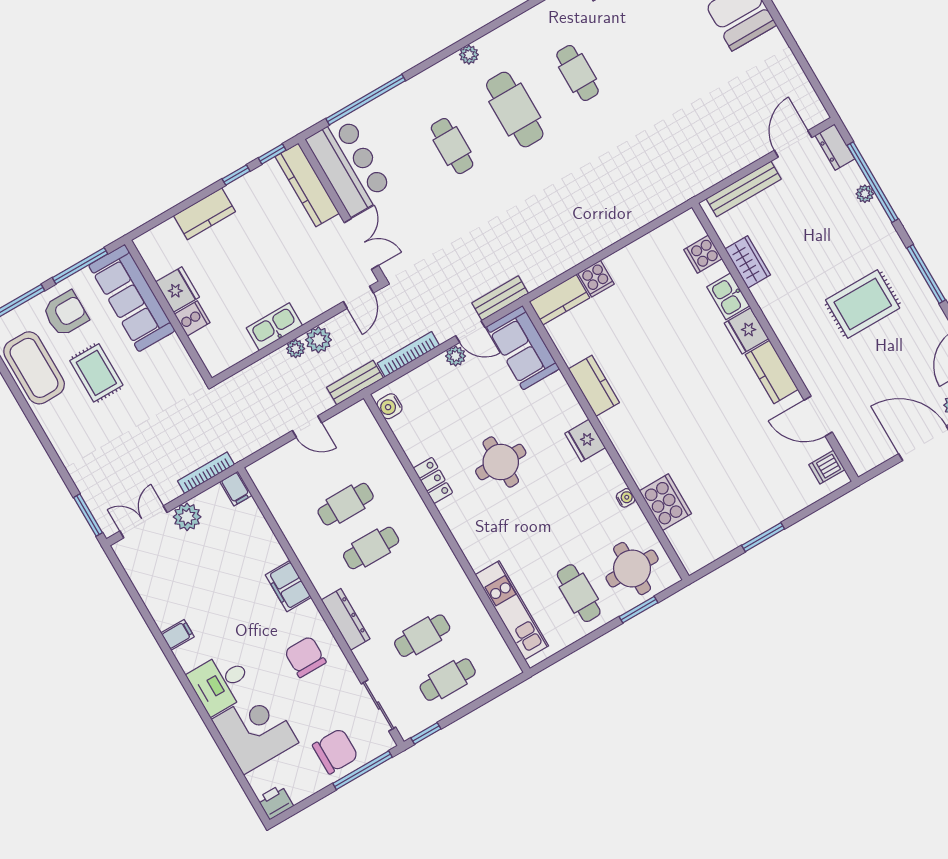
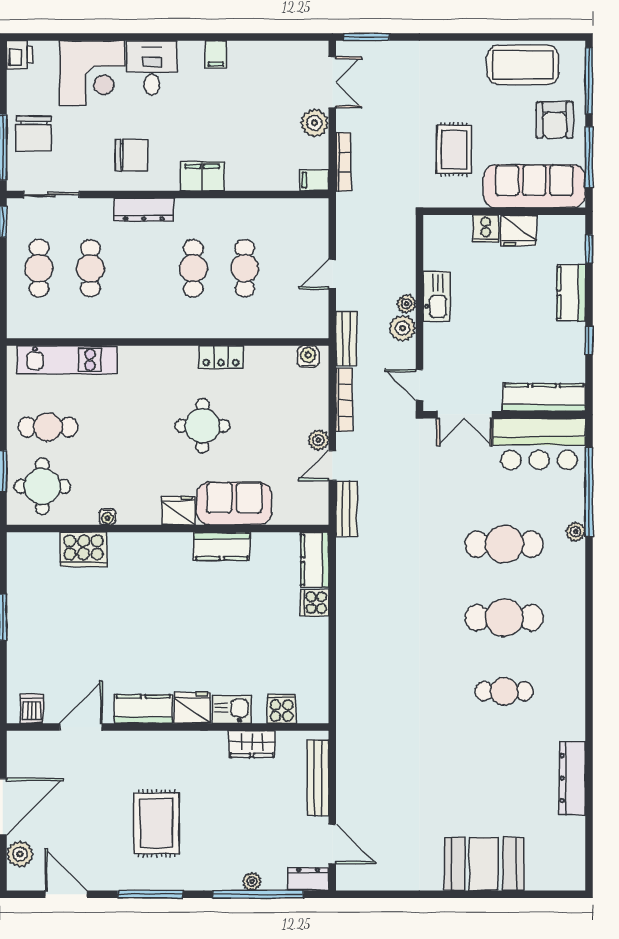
plant: (469, 55) -> (576, 532), moved
cafe table: (452, 146) -> (504, 544), width x1.37, depth x1.35
window: (272, 154) -> (589, 249), moved
sofa: (523, 348) -> (234, 503), moved
rug: (96, 373) -> (454, 149), moved, turned 90

